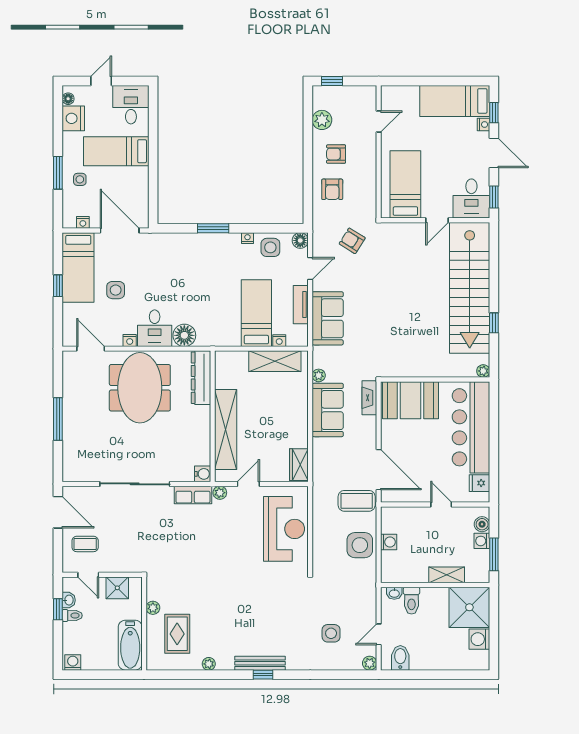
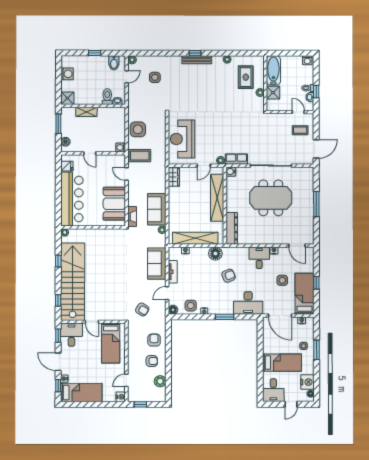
window: (332, 81) -> (140, 404), moved
nightstand: (389, 94) -> (121, 397), added
door: (437, 220) -> (92, 322), swing flipped
desk: (173, 252) -> (248, 303), added
window: (494, 256) -> (58, 300), added
armchair: (206, 298) -> (229, 276), added
bed: (256, 313) -> (199, 267), removed
floor lamp: (184, 335) -> (215, 253), moved
shelving: (275, 361) -> (195, 238), width x1.47
meeting table: (140, 388) -> (271, 198), moved, turned 90
booth: (411, 400) -> (114, 204), moved, turned 90
door: (379, 470) -> (127, 174), width x0.53
door: (58, 512) -> (316, 149), swing flipped
washing machine: (482, 541) -> (66, 132), removed
washing machine: (389, 542) -> (121, 147), moved
shower: (117, 588) -> (273, 93), moved
shower: (469, 607) -> (67, 98), width x0.54, depth x0.54
window: (433, 675) -> (95, 53), added

